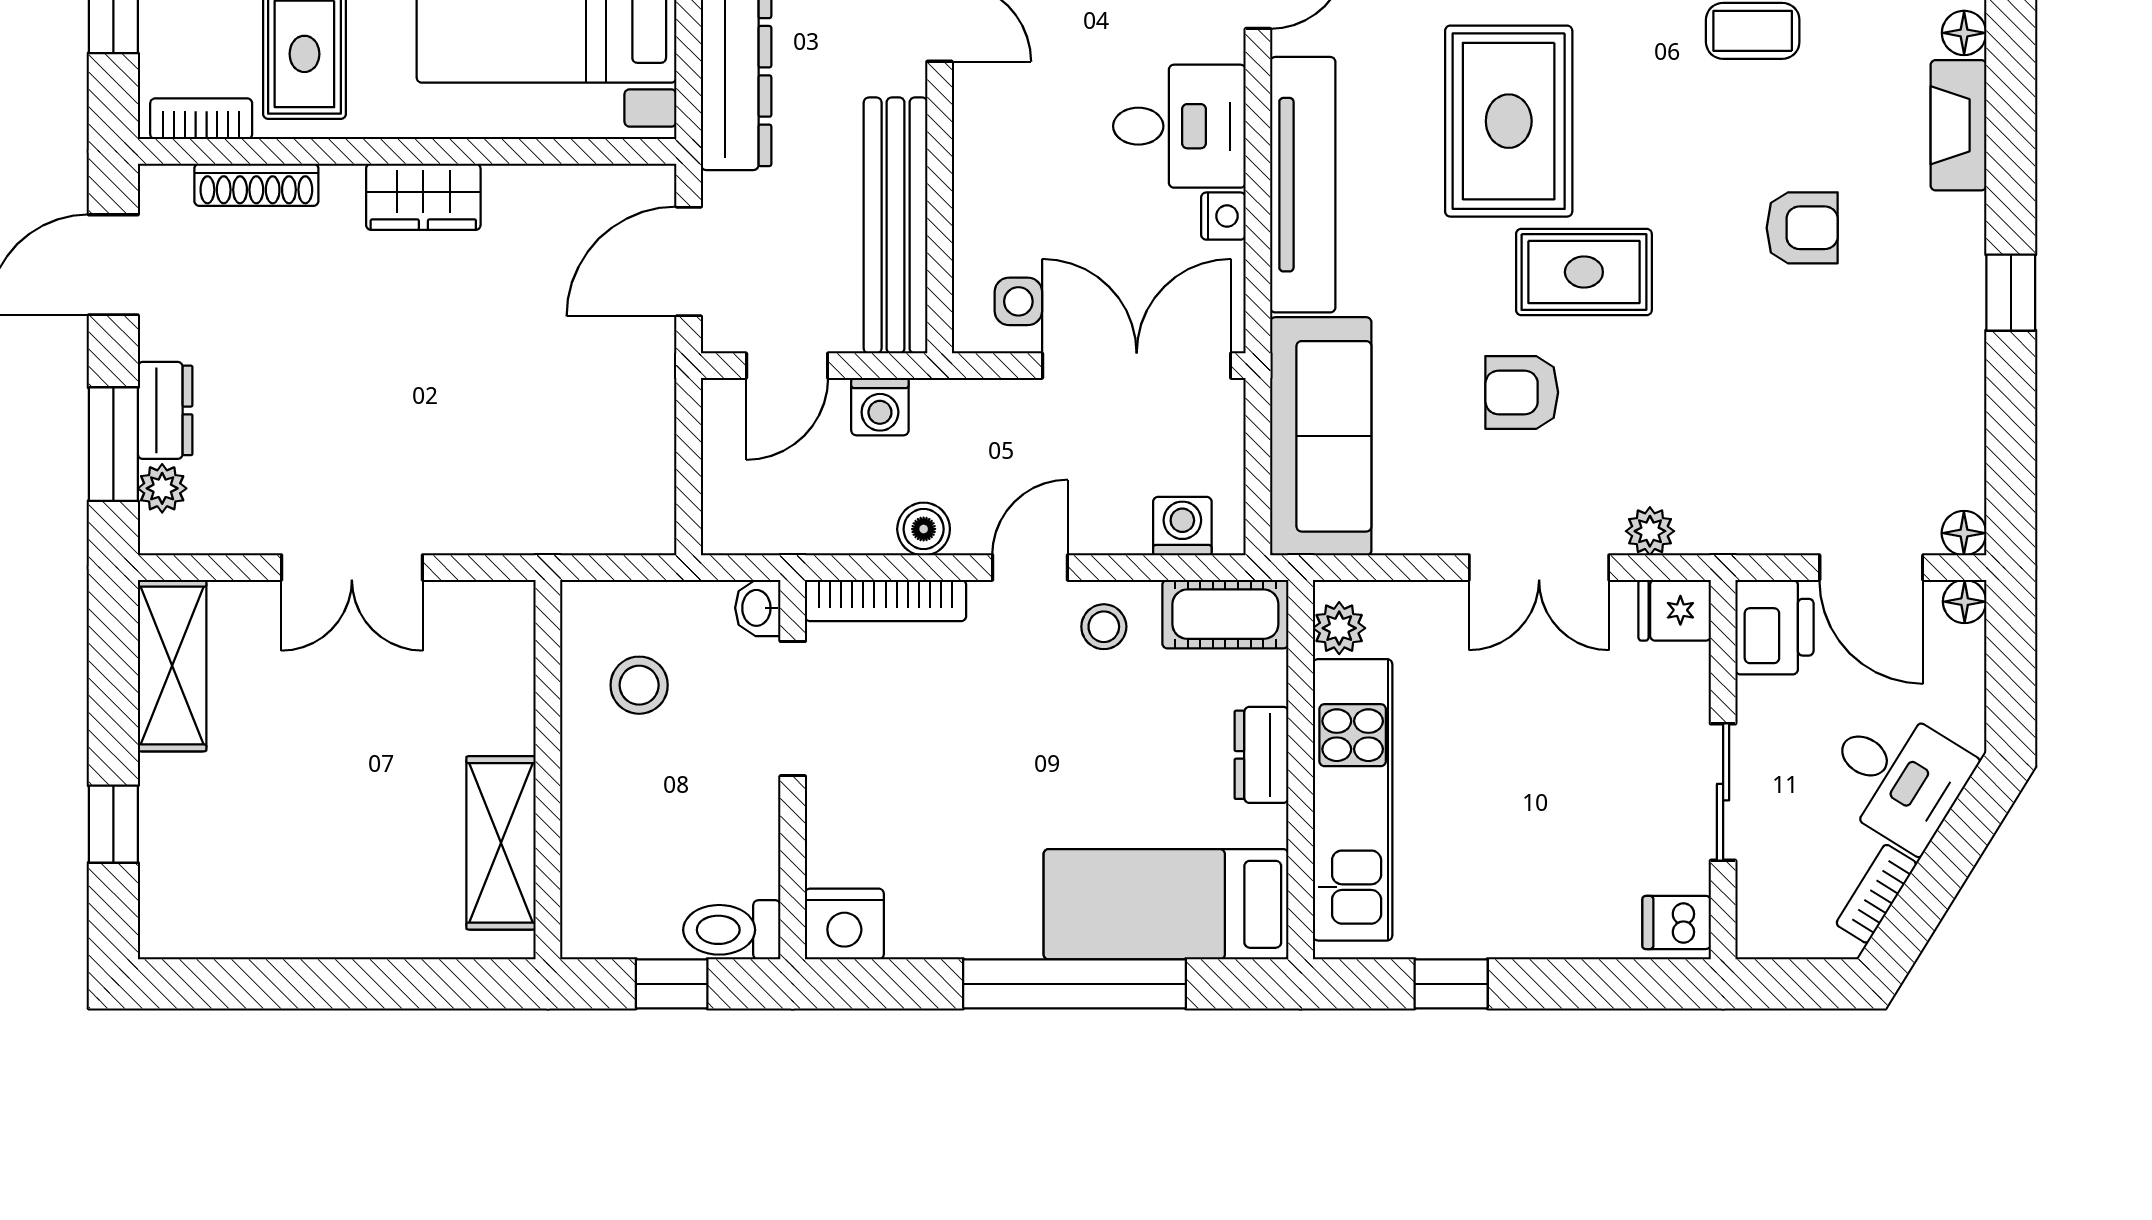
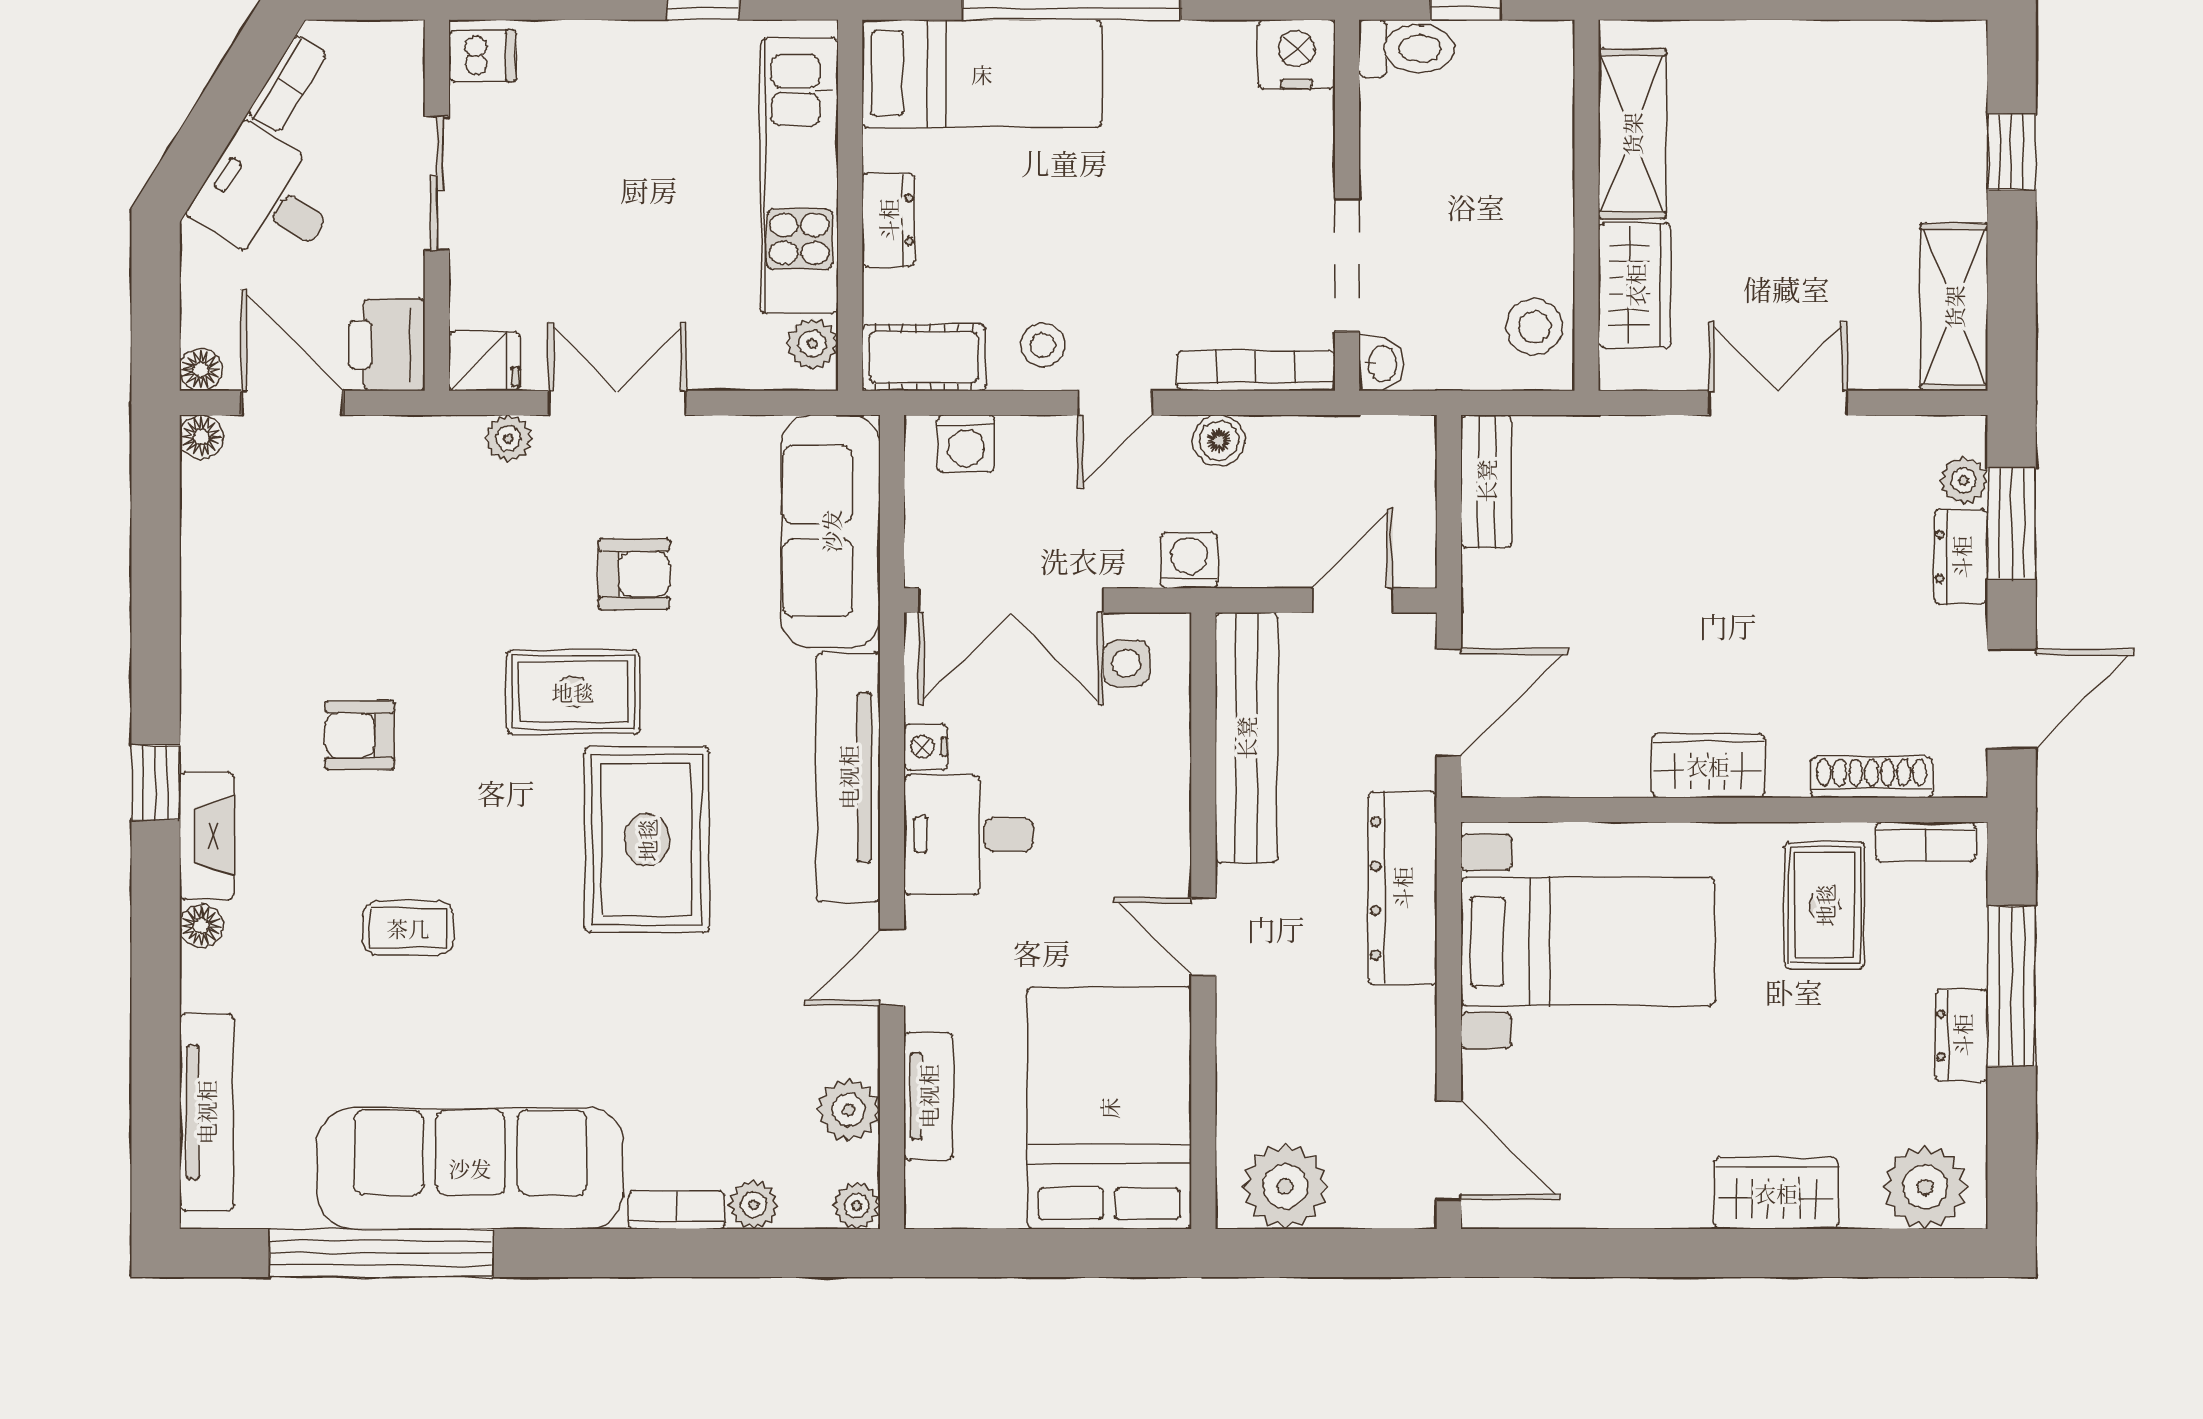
window: (2011, 293) -> (156, 782), moved
washing machine: (880, 407) -> (1189, 560), moved
bench: (650, 487) -> (1486, 481), added
stool: (639, 685) -> (1534, 327), moved
wardrobe: (499, 688) -> (1635, 285), added

